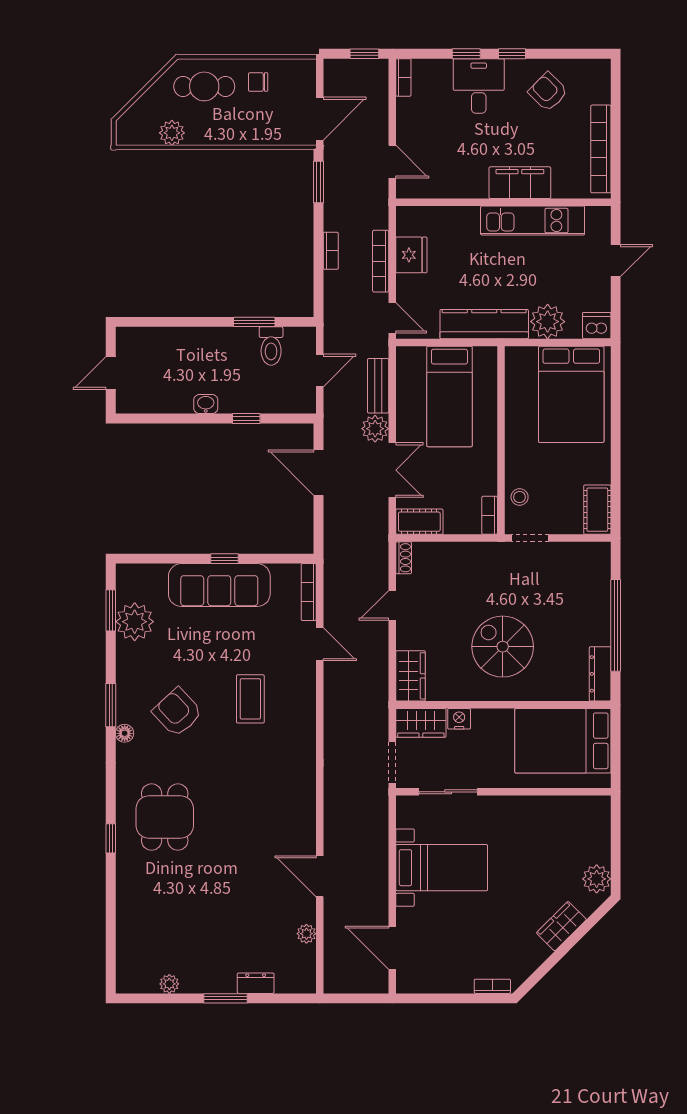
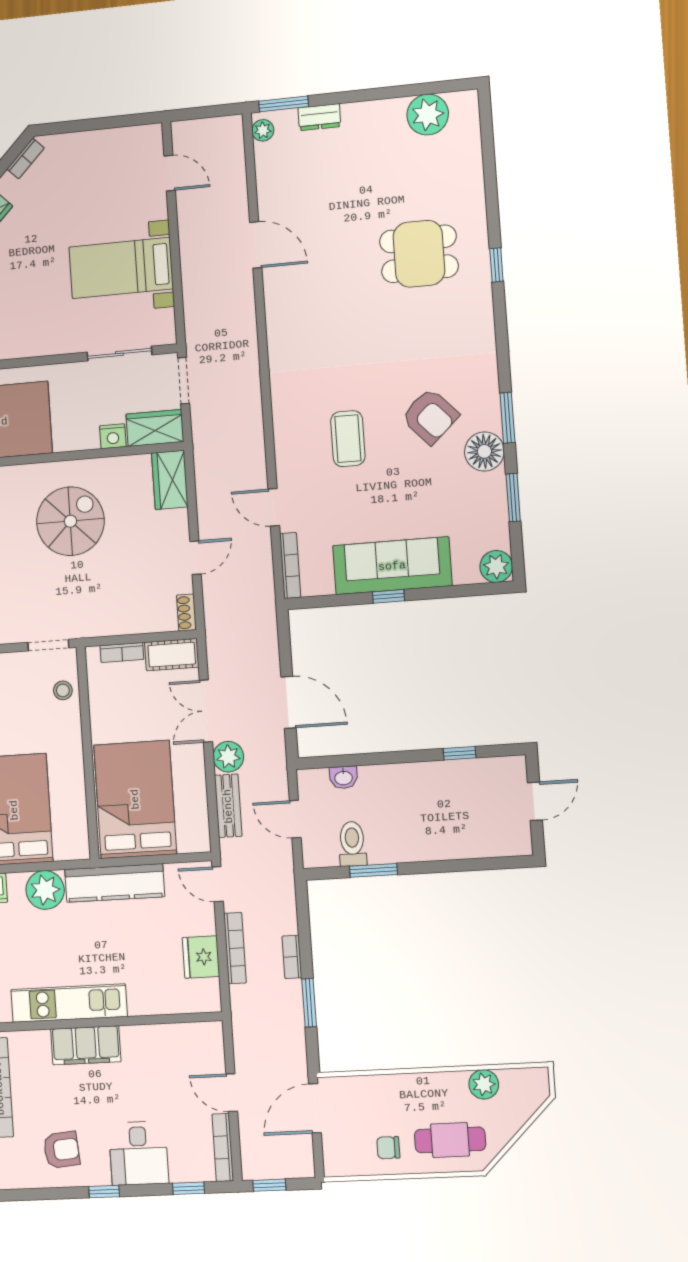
window: (466, 54) -> (189, 1188), moved
bookcase: (403, 77) -> (223, 1147), width x1.56
chair: (258, 82) -> (388, 1148), turned 180
armchair: (548, 92) -> (61, 1150), turned -50
door: (392, 162) -> (232, 1093), moved
window: (318, 182) -> (309, 1003), moved
door: (320, 370) -> (295, 819), hinge flipped
bed: (449, 396) -> (135, 799), width x1.50
washbasin: (206, 404) -> (343, 777), moved
window: (246, 419) -> (460, 753), moved
bookcase: (490, 515) -> (122, 652), moved, turned 90
window: (111, 610) -> (513, 498), moved
plant: (135, 622) -> (496, 566), moved, width x0.73, depth x0.73
spiral stairs: (503, 647) -> (70, 521), turned -90
floor lamp: (125, 733) -> (484, 451), moved, width x1.89, depth x1.89
dining table: (165, 817) -> (419, 254), moved, turned 90
plant: (306, 934) -> (263, 130), moved
door: (392, 948) -> (170, 173), width x0.73
plant: (169, 984) -> (428, 115), width x1.88, depth x1.88
bookcase: (492, 986) -> (26, 158), moved, turned -45
window: (225, 998) -> (284, 104), moved

